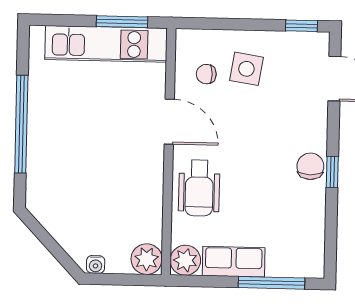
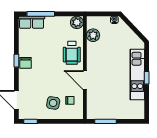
kitchen unit: (106, 44) -> (137, 74), moved, turned -90
window: (21, 124) -> (147, 78), width x0.32
wheelchair: (199, 188) -> (72, 53), turned 180
plant: (147, 259) -> (93, 35), moved
row of seats: (234, 262) -> (32, 22), moved

